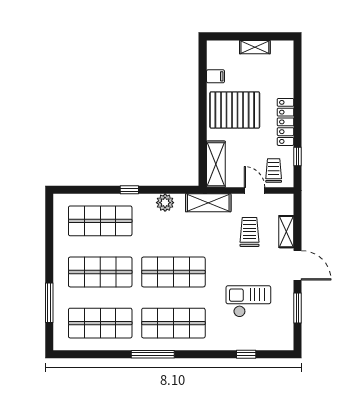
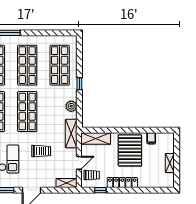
trolley: (250, 232) -> (41, 151), moved
shelving: (286, 232) -> (67, 183), moved

